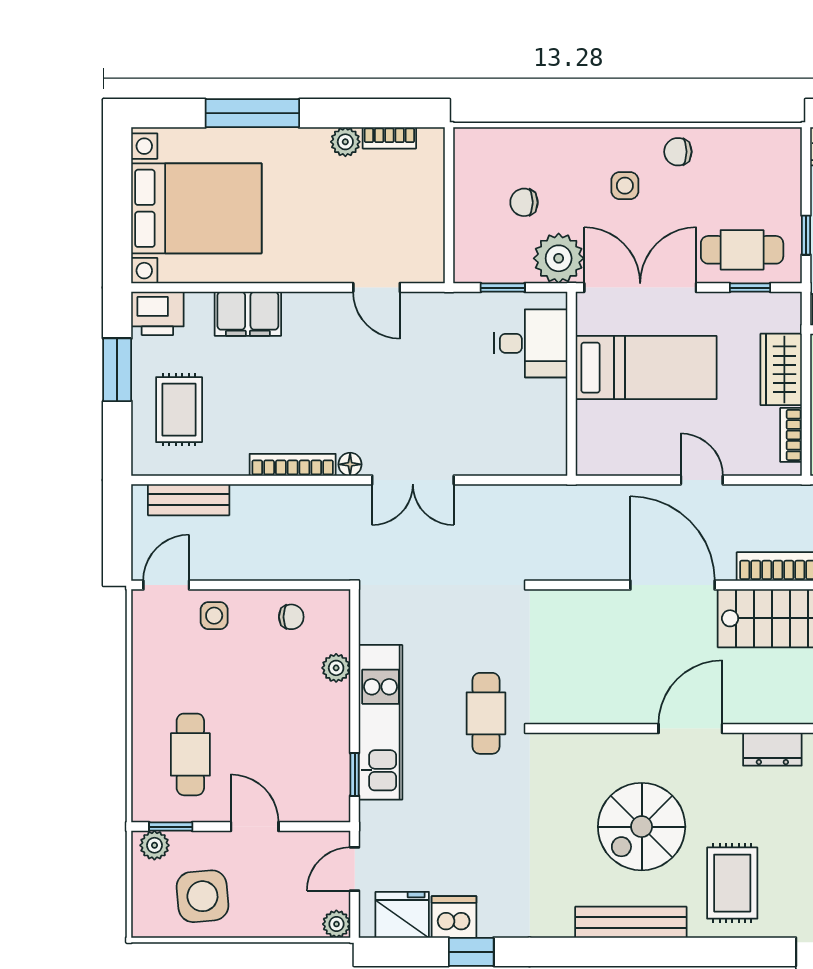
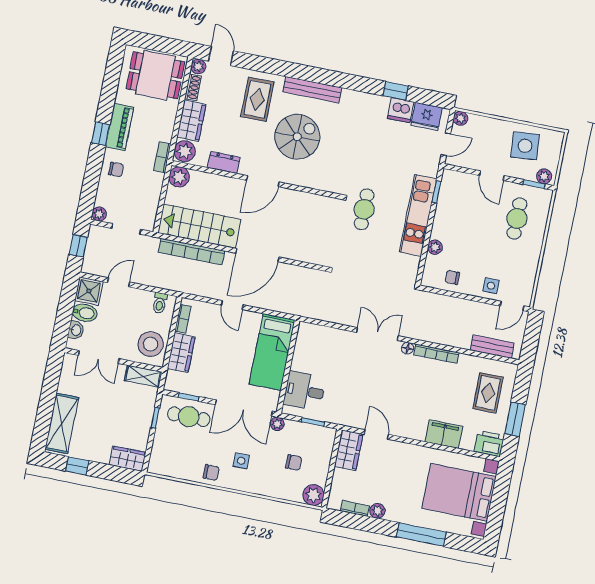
plant: (474, 148) -> (313, 495), added
wardrobe: (424, 247) -> (349, 450), added
plant: (559, 258) -> (277, 424), width x0.53, depth x0.53
bed: (646, 368) -> (272, 352), moved, turned -90
door: (672, 585) -> (257, 255), hinge flipped

